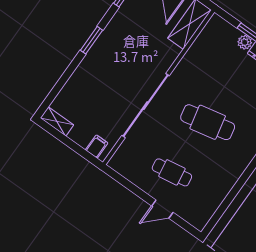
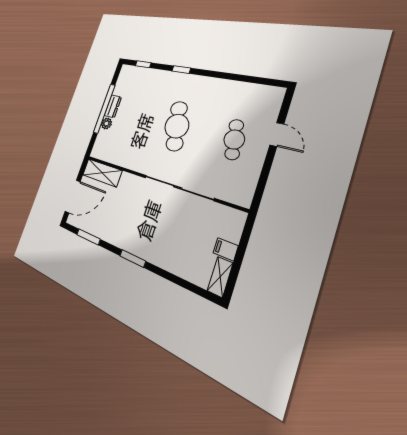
filing cabinet: (97, 147) -> (226, 249), moved

